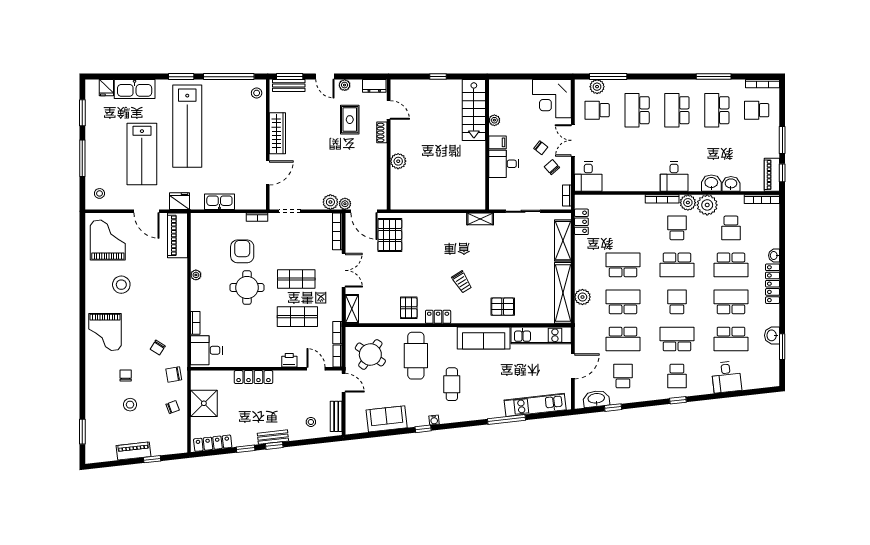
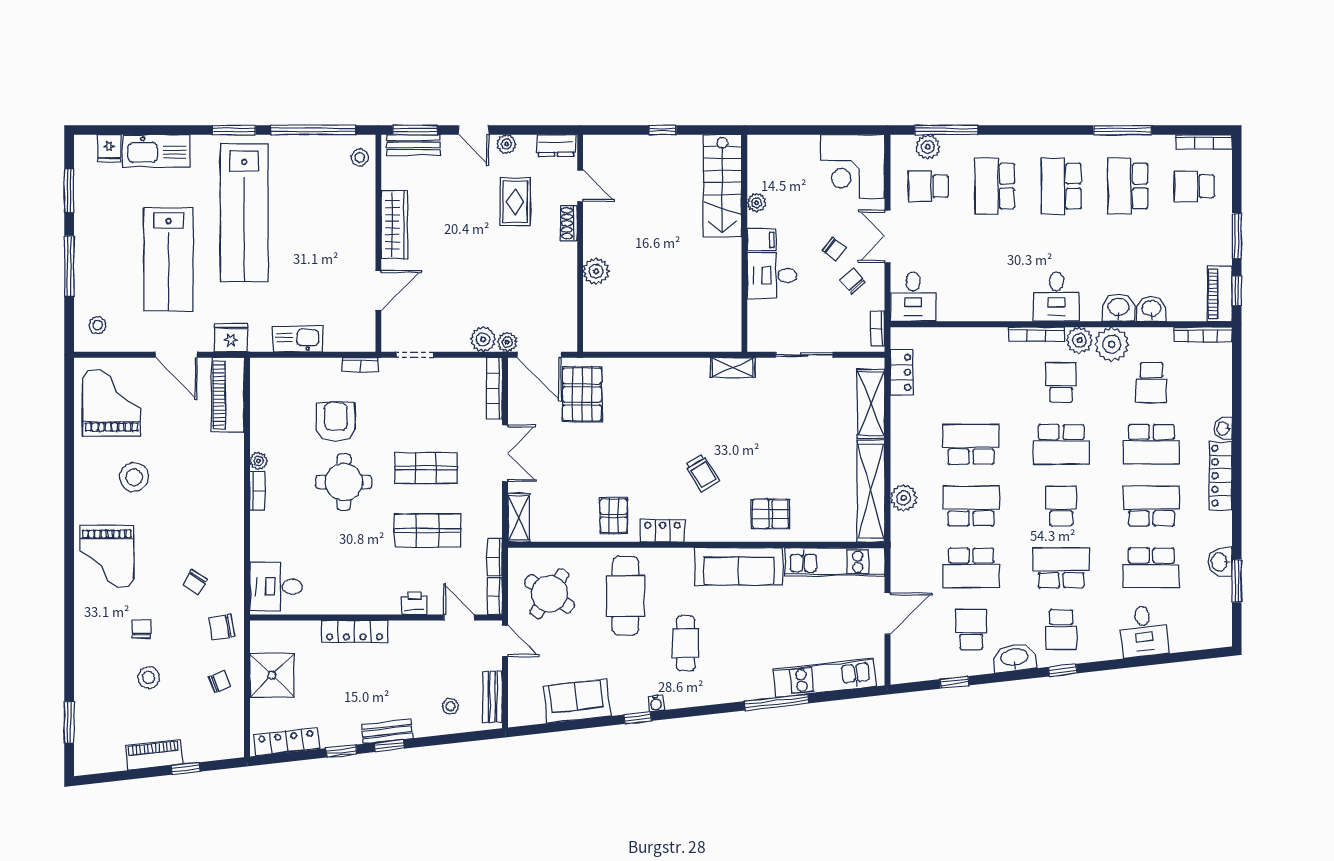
bookcase: (195, 323) -> (257, 491), moved
washbasin: (596, 399) -> (1014, 658), moved

